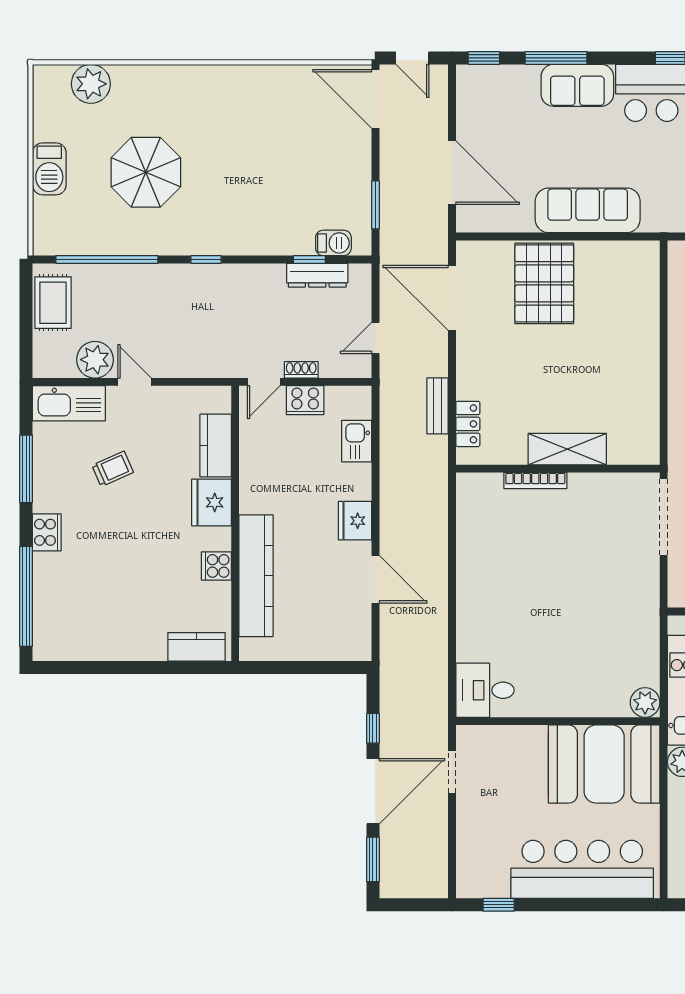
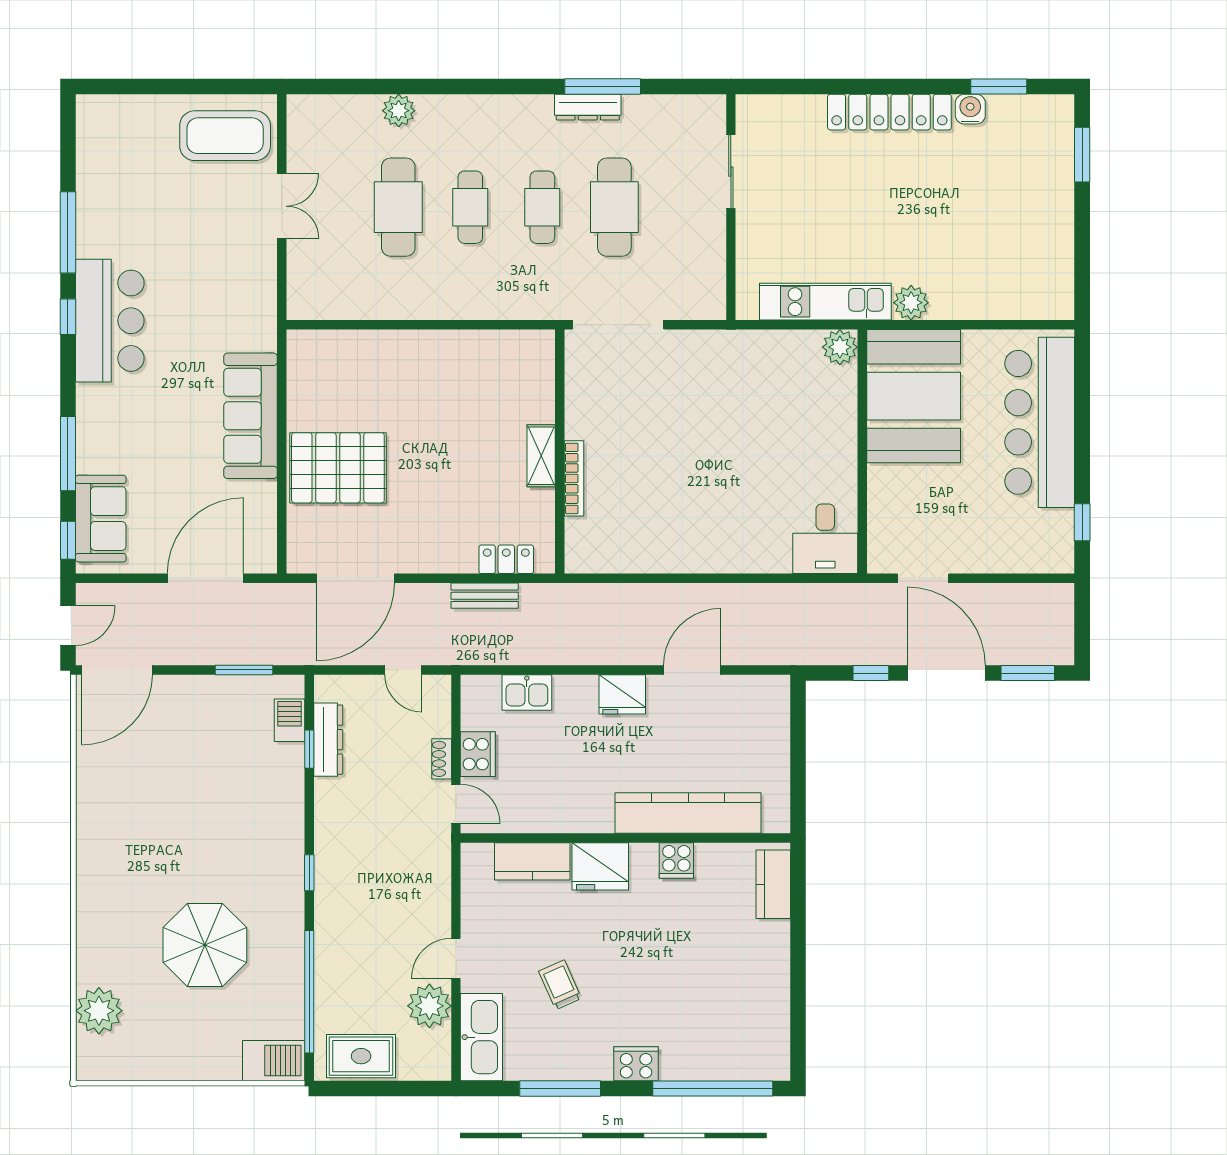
sofa: (577, 85) -> (101, 519), moved
barbecue: (49, 169) -> (274, 1061), moved
shelving: (567, 449) -> (541, 456), width x0.67, depth x0.75

